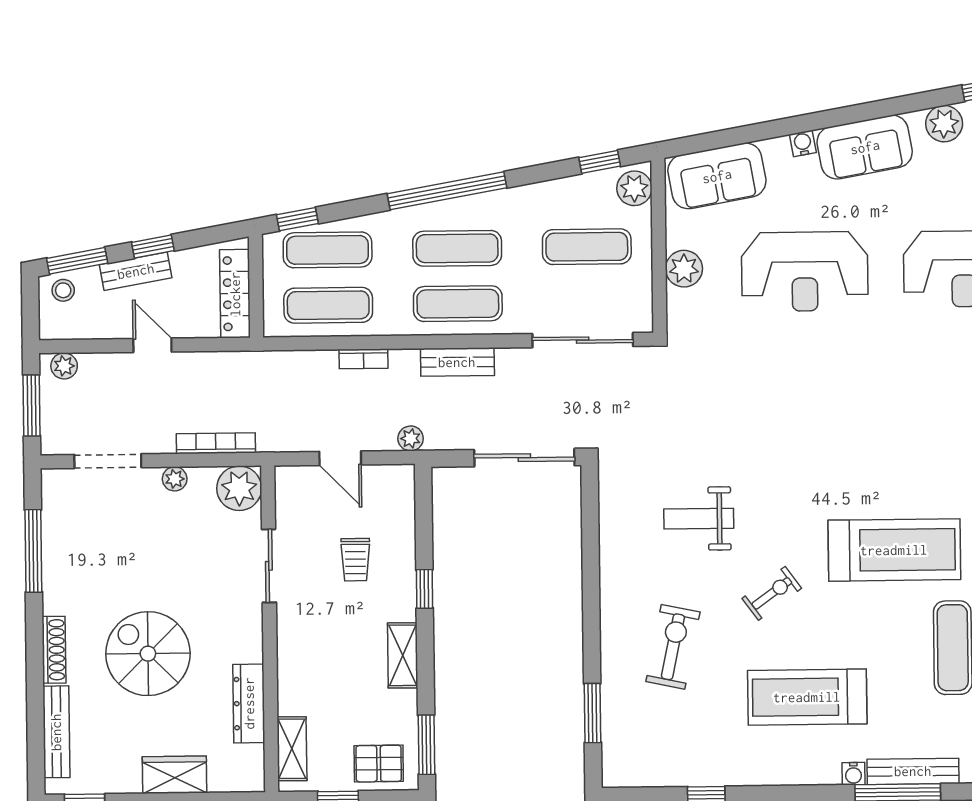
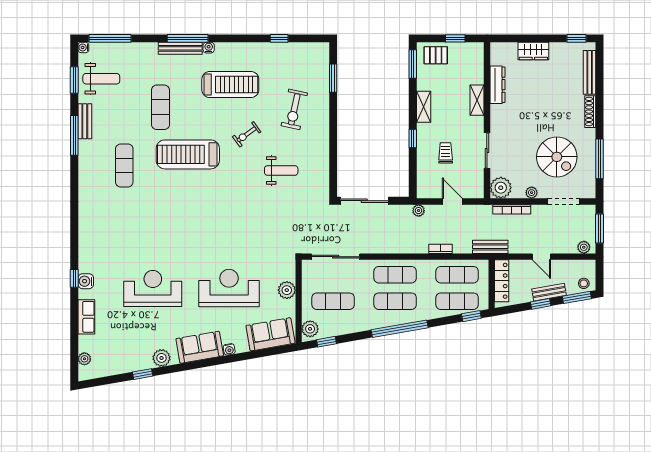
bench: (457, 362) -> (490, 247), moved
spiral stairs: (148, 654) -> (557, 157), moved
shelving: (292, 749) -> (477, 100), moved

